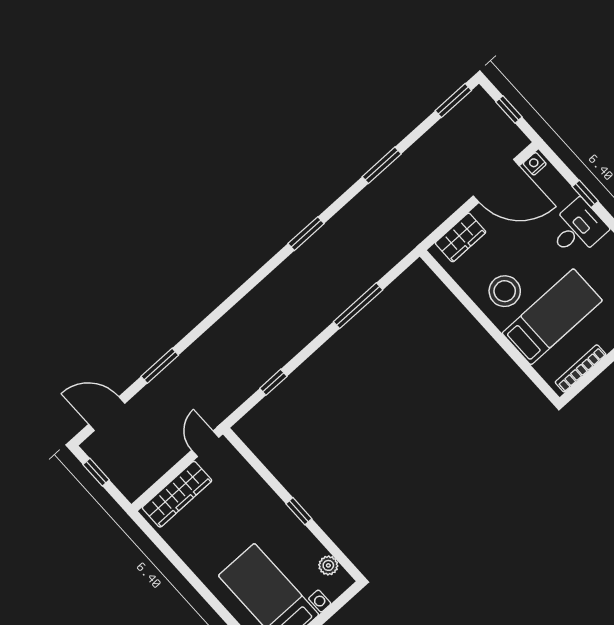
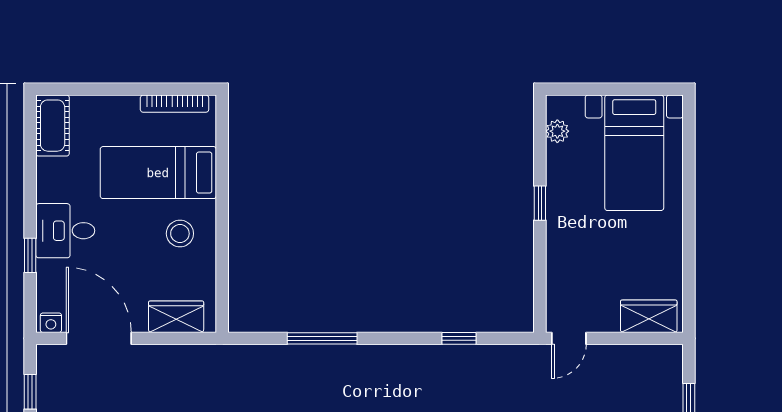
stool: (505, 291) -> (180, 234), width x0.73, depth x0.73
wardrobe: (177, 494) -> (649, 316), width x0.67

